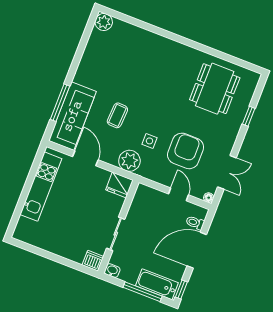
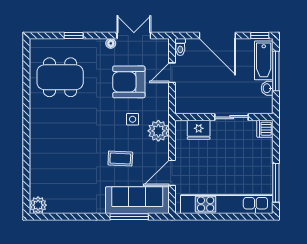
fridge: (119, 185) -> (199, 130), moved, turned 90
kitchen unit: (41, 187) -> (227, 204), width x1.36
floor lamp: (209, 198) -> (111, 43), moved
toilet: (195, 223) -> (180, 47), moved
window: (39, 251) -> (276, 183), added
washbasin: (112, 271) -> (267, 88), moved

